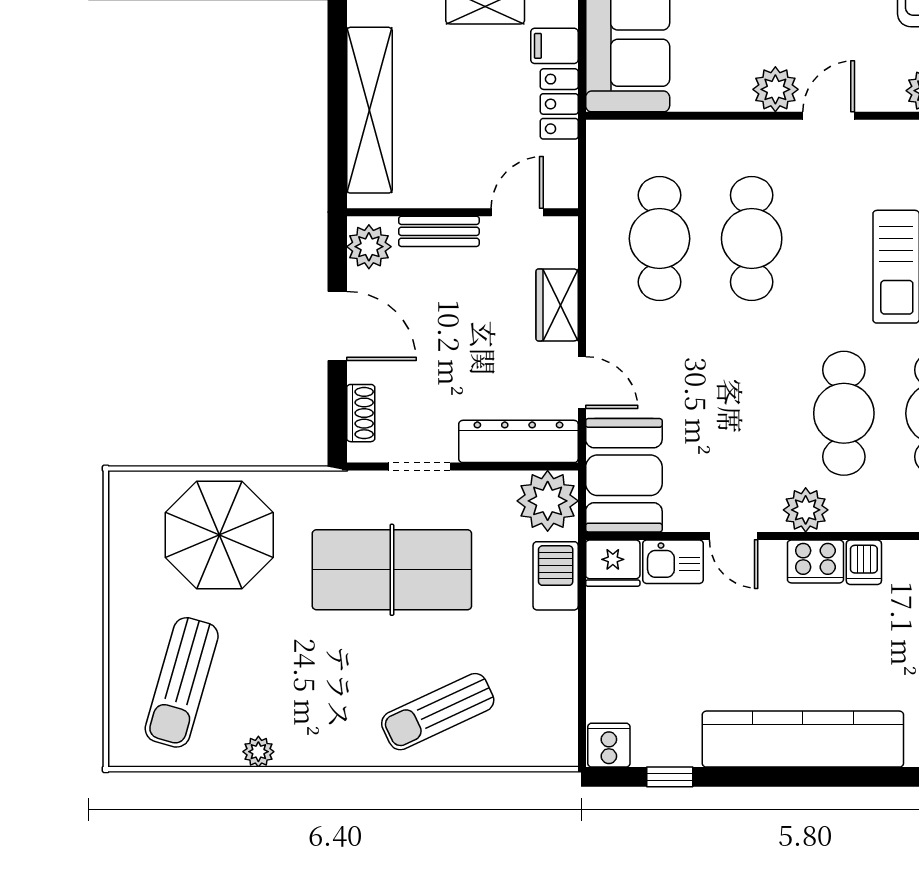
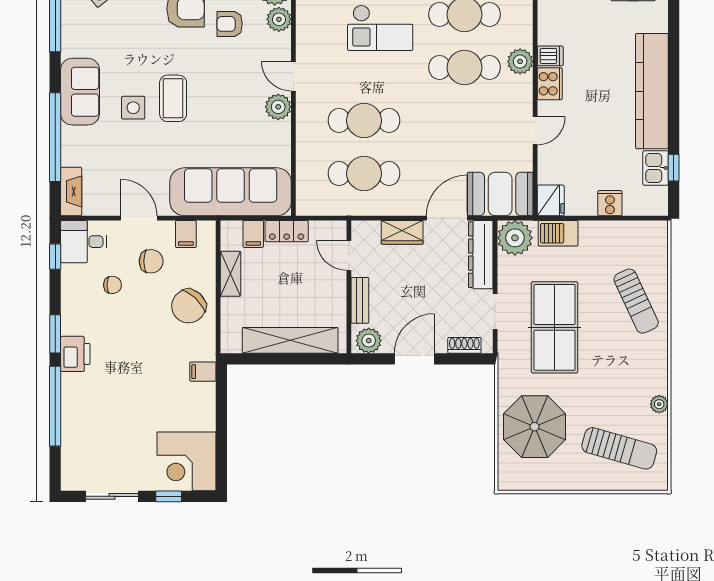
door: (582, 383) -> (447, 218), width x1.38
plant: (806, 510) -> (520, 61), moved
kitchen sink: (673, 562) -> (656, 168), moved, turned 180
cooker: (609, 745) -> (610, 203), moved, turned 90

